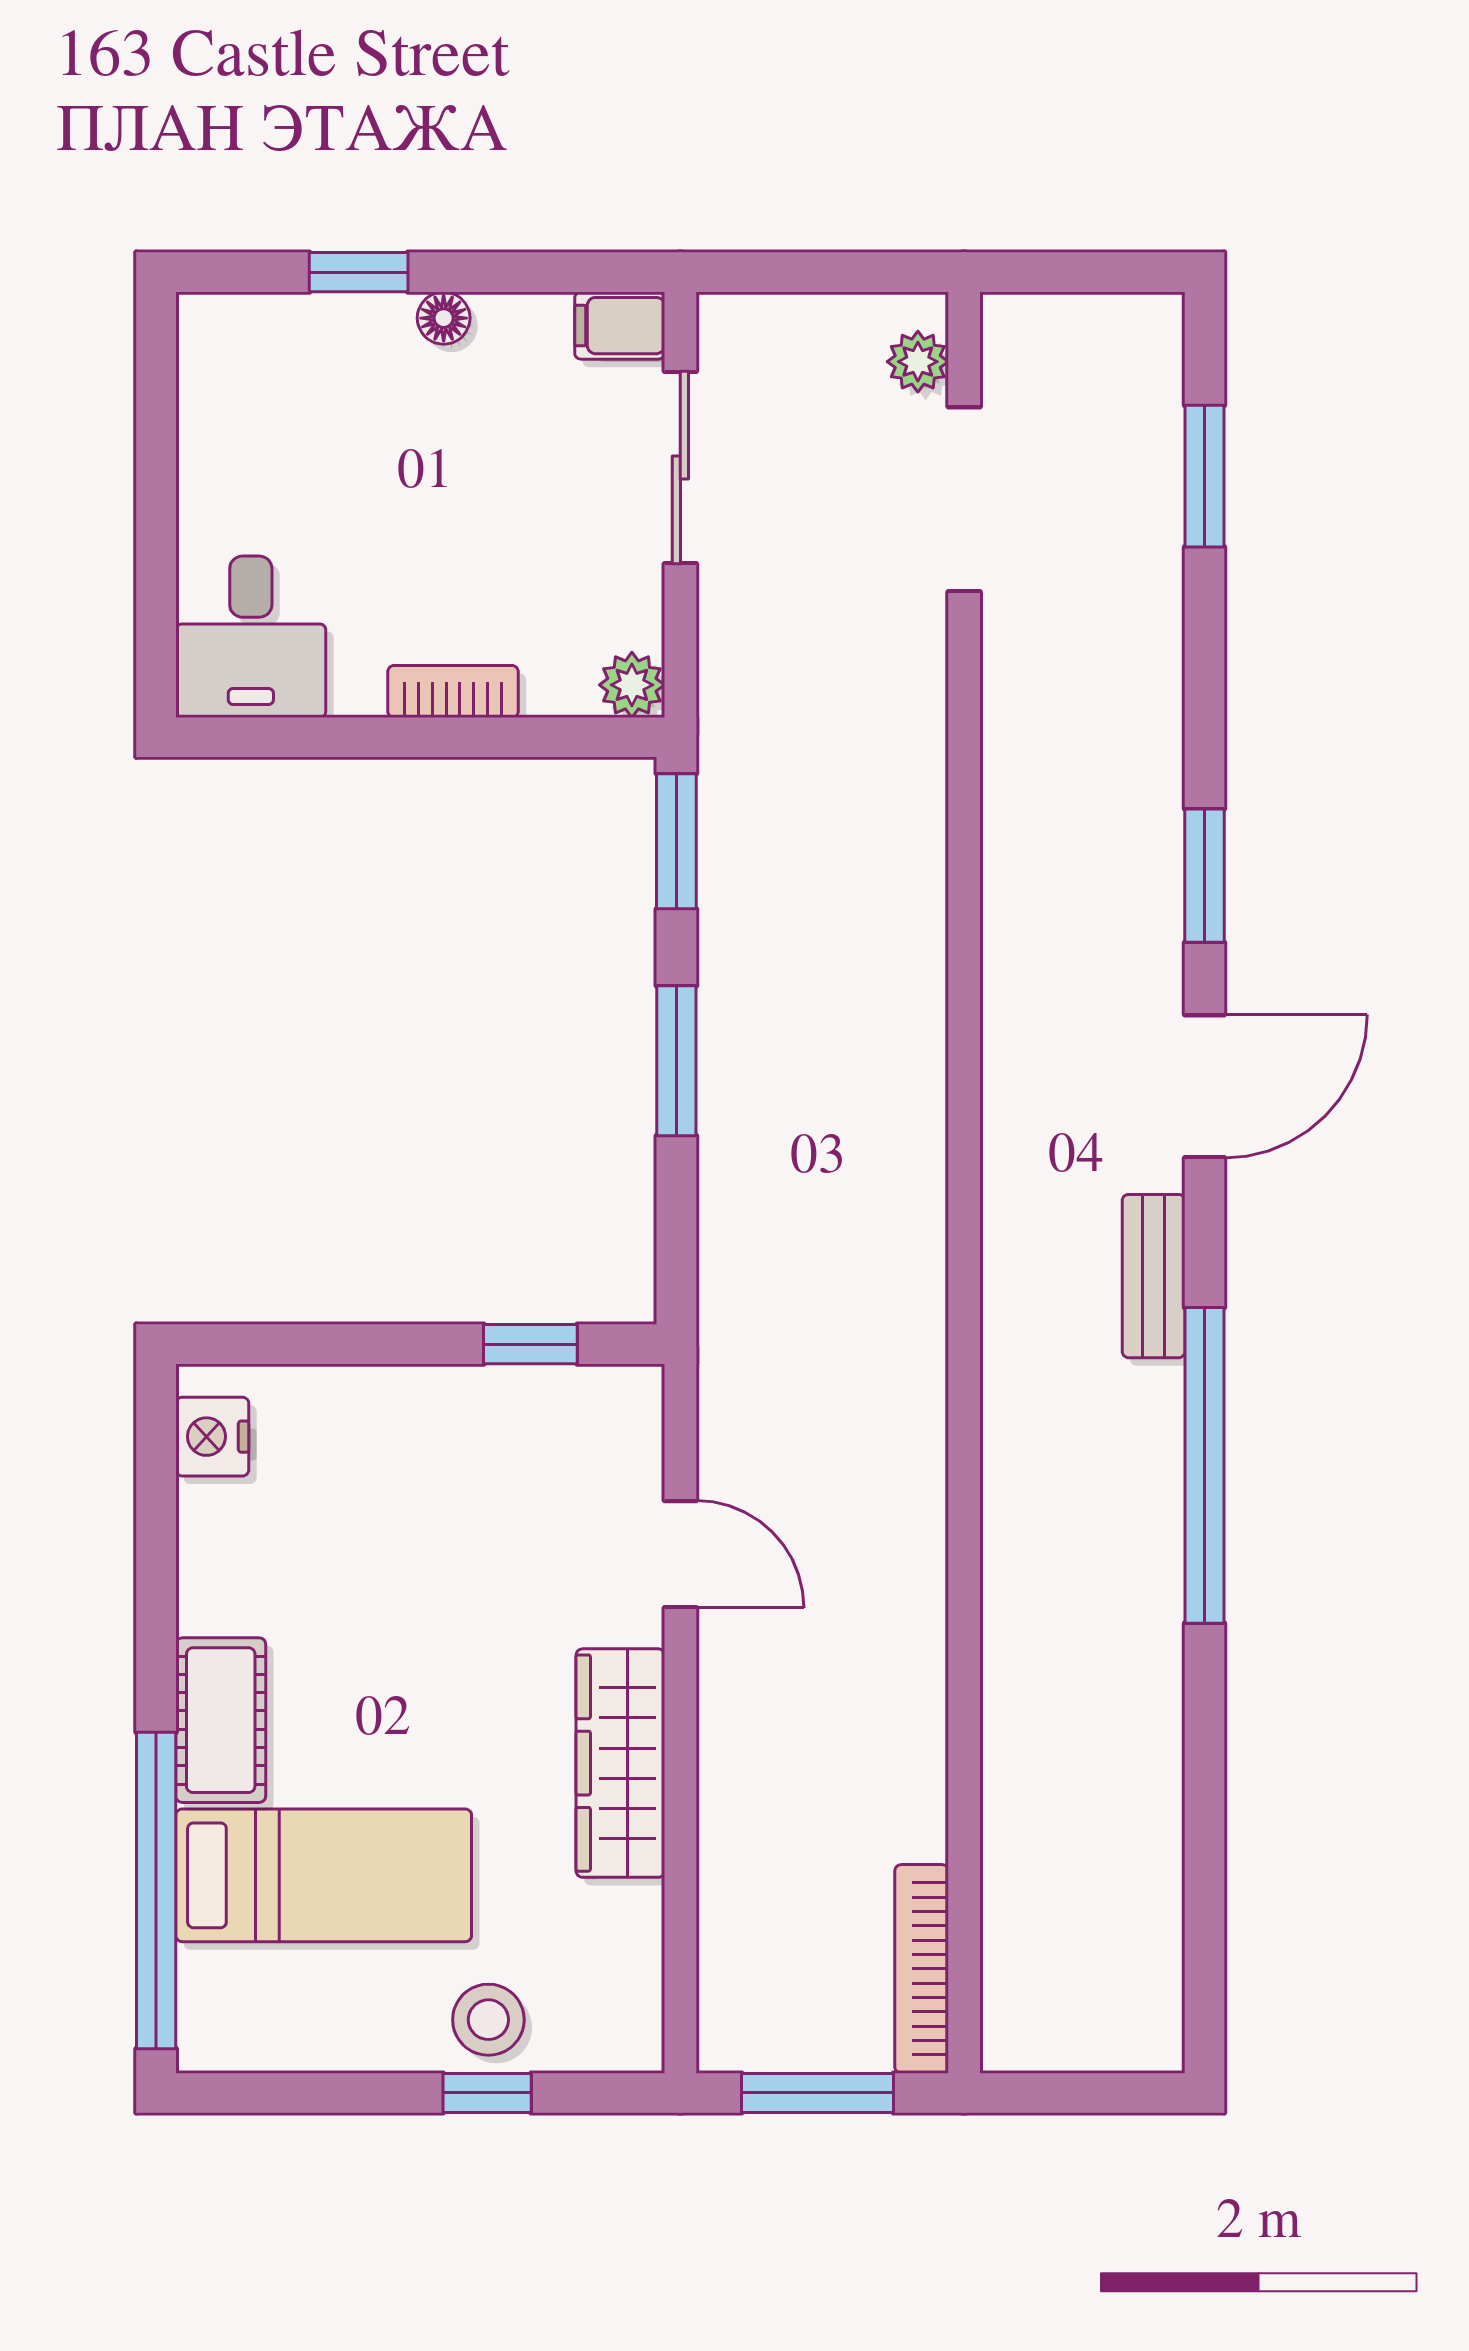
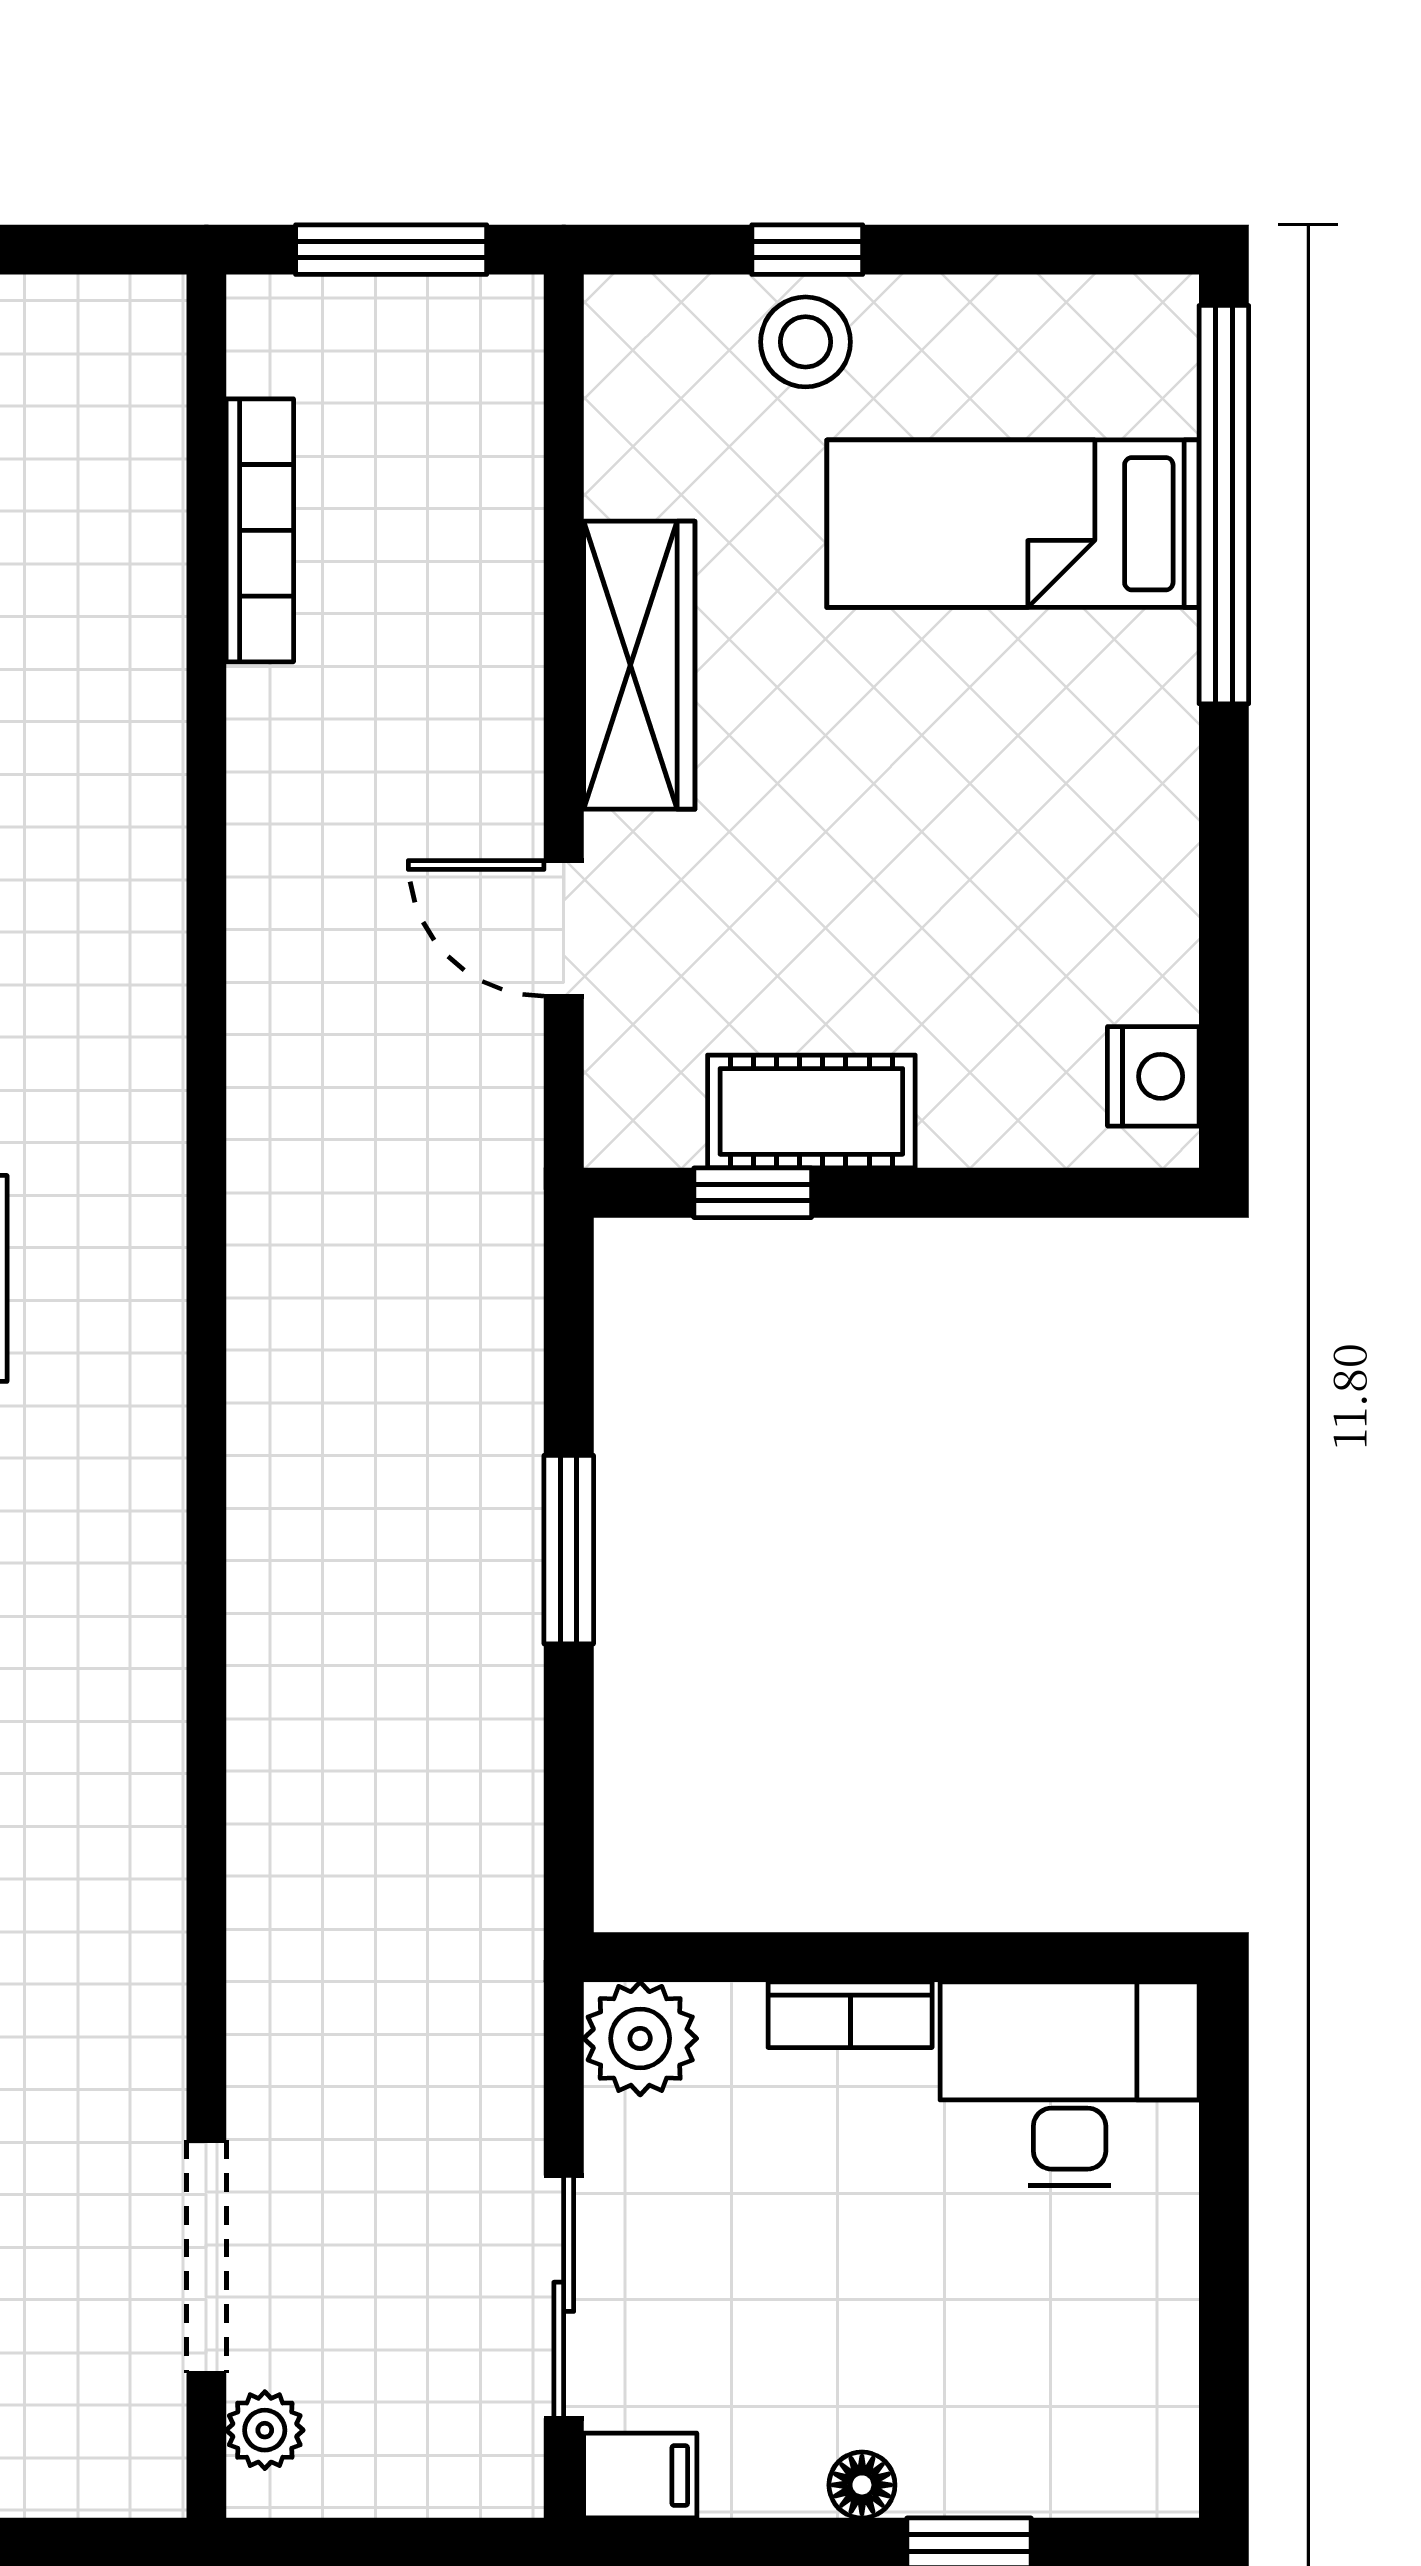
desk: (251, 637) -> (1070, 2084), width x1.37
plant: (632, 685) -> (640, 2038), width x1.38, depth x1.38
window: (676, 841) -> (569, 1826), removed
cot: (221, 1720) -> (811, 1111), moved, turned 90
bookcase: (922, 1969) -> (260, 530), moved

